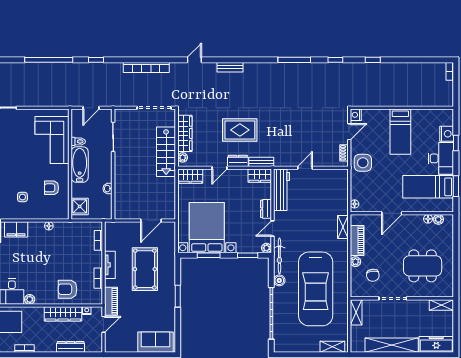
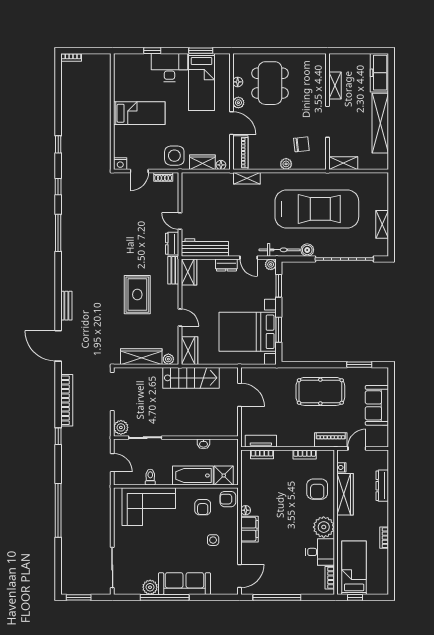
window: (96, 60) -> (58, 436), moved
door: (194, 60) -> (58, 346), width x1.87
plant: (122, 115) -> (121, 427), added
door: (349, 132) -> (139, 171), swing flipped
nightstand: (447, 134) -> (142, 61), removed
stairs: (166, 152) -> (191, 378), moved
dresser: (238, 161) -> (172, 244), moved
bathtub: (80, 165) -> (193, 475), moved
wardrobe: (357, 188) -> (202, 162), added
armchair: (59, 210) -> (228, 499), added
plant: (438, 219) -> (238, 103), moved
filing cabinet: (16, 229) -> (250, 529), moved
piano: (357, 241) -> (240, 153), moved, turned 90
tv unit: (110, 265) -> (261, 441), moved
dining table: (423, 266) -> (270, 83), moved
pool table: (145, 269) -> (320, 391), moved
window: (178, 296) -> (359, 365), moved
plant: (30, 299) -> (324, 527), width x1.87, depth x1.87
shelving: (441, 305) -> (335, 86), moved
door: (104, 324) -> (357, 448), hinge flipped
sofa: (156, 342) -> (377, 405), moved
shelving: (332, 347) -> (382, 224), moved

